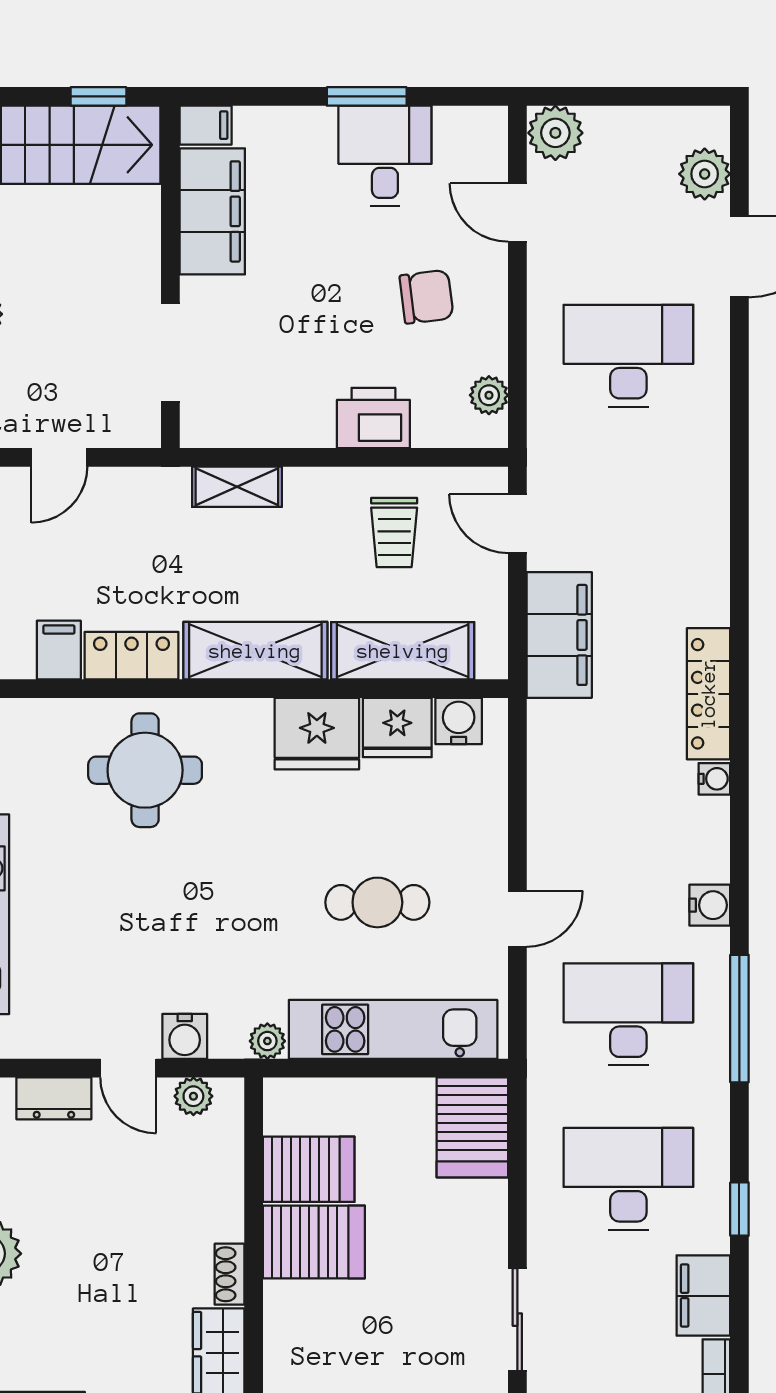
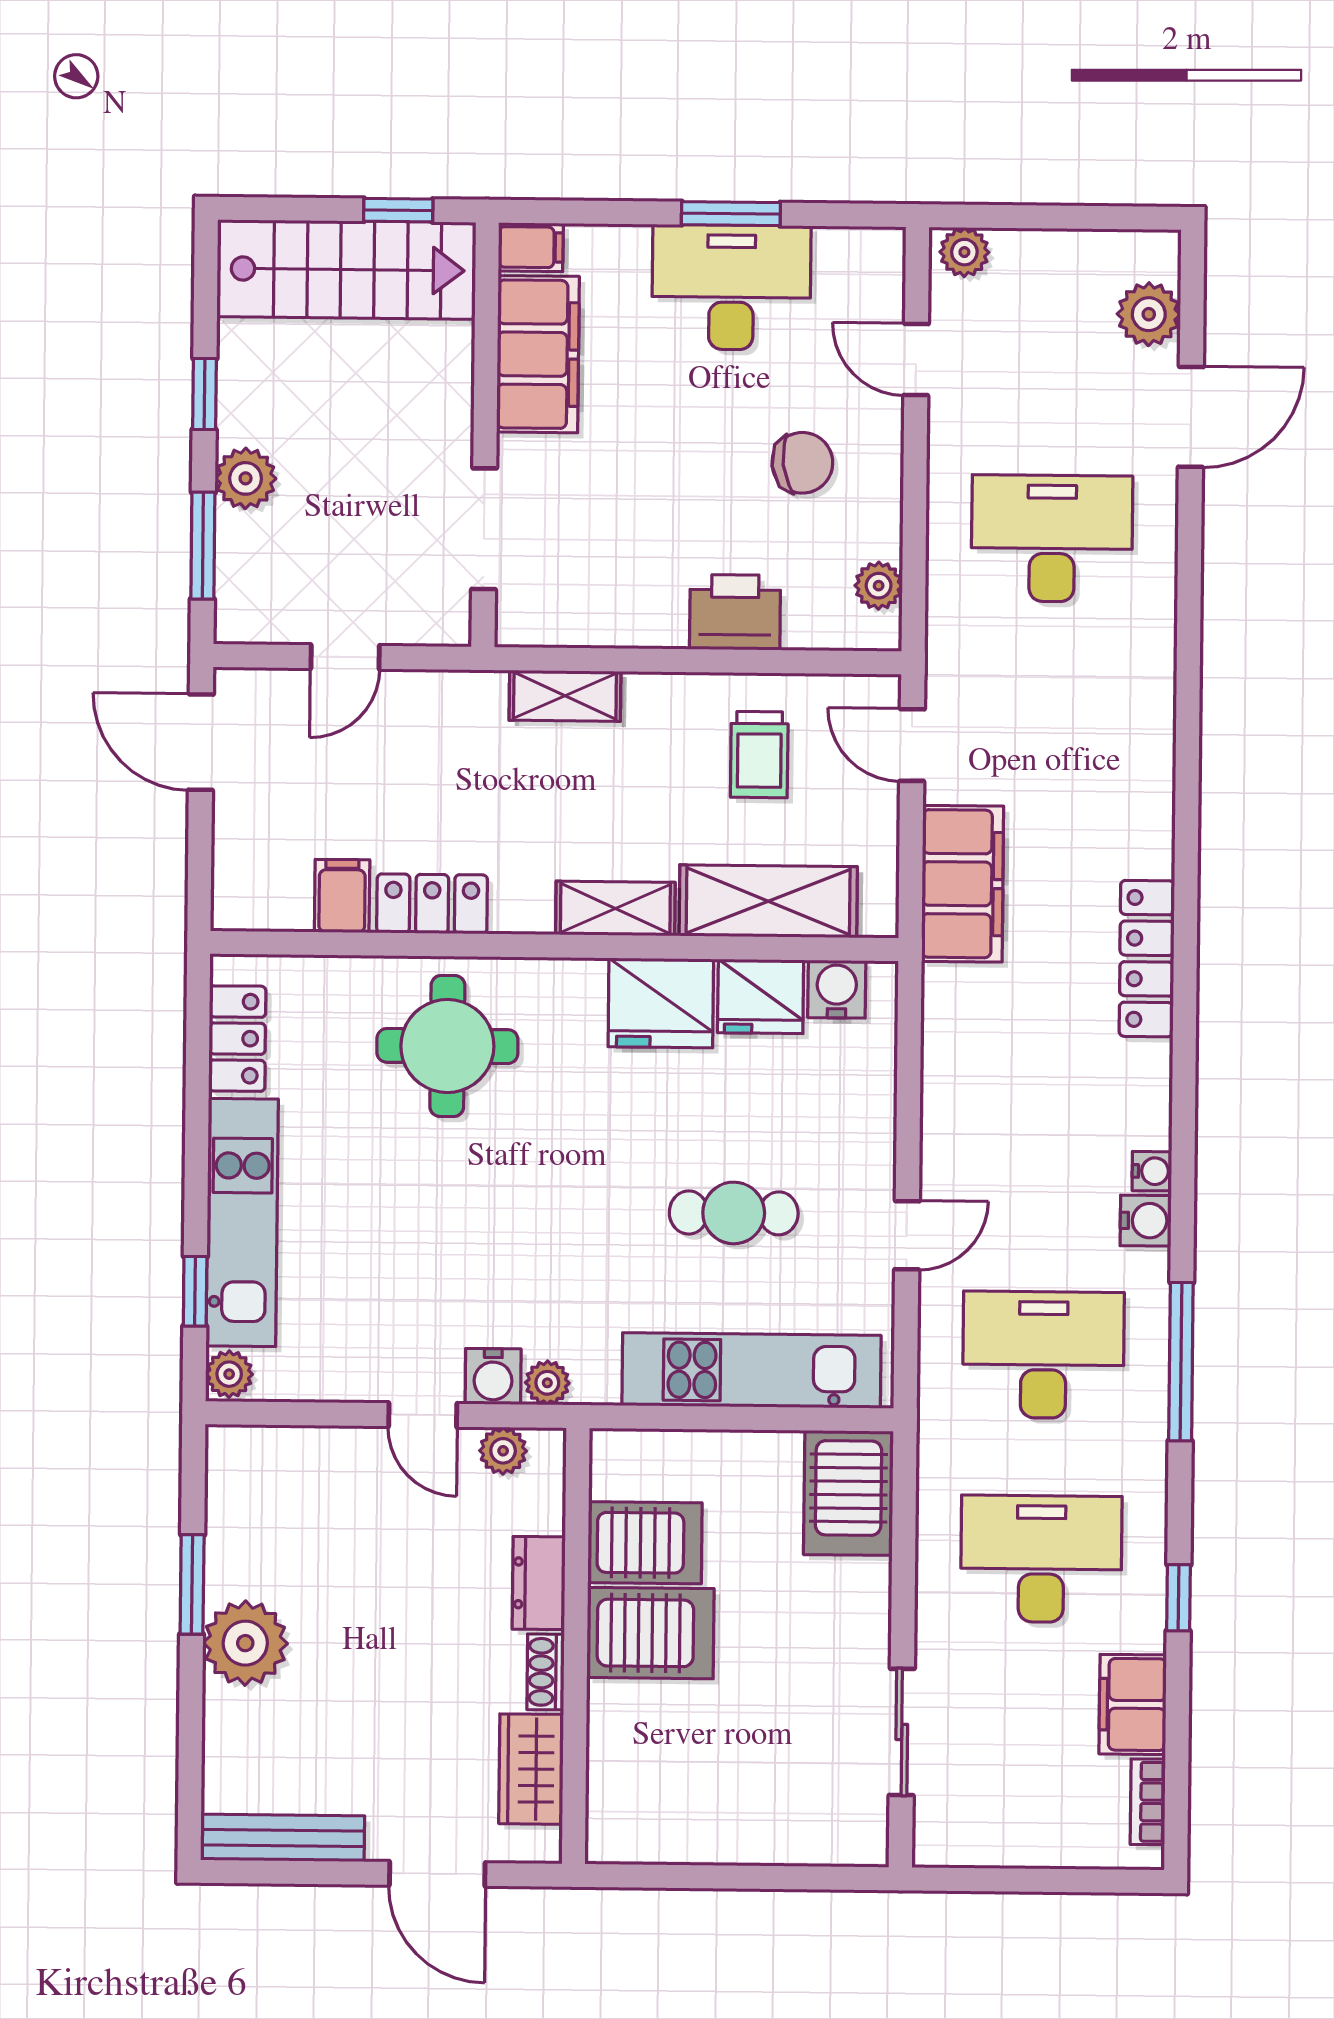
plant: (555, 133) -> (964, 252), width x0.73, depth x0.73
desk: (385, 156) -> (731, 287), width x1.37
shelving: (255, 651) -> (615, 908), width x0.67, depth x0.75
water cooler: (714, 779) -> (1152, 1171), moved
plant: (267, 1041) -> (547, 1383), moved
dresser: (54, 1098) -> (539, 1583), moved, turned 90

